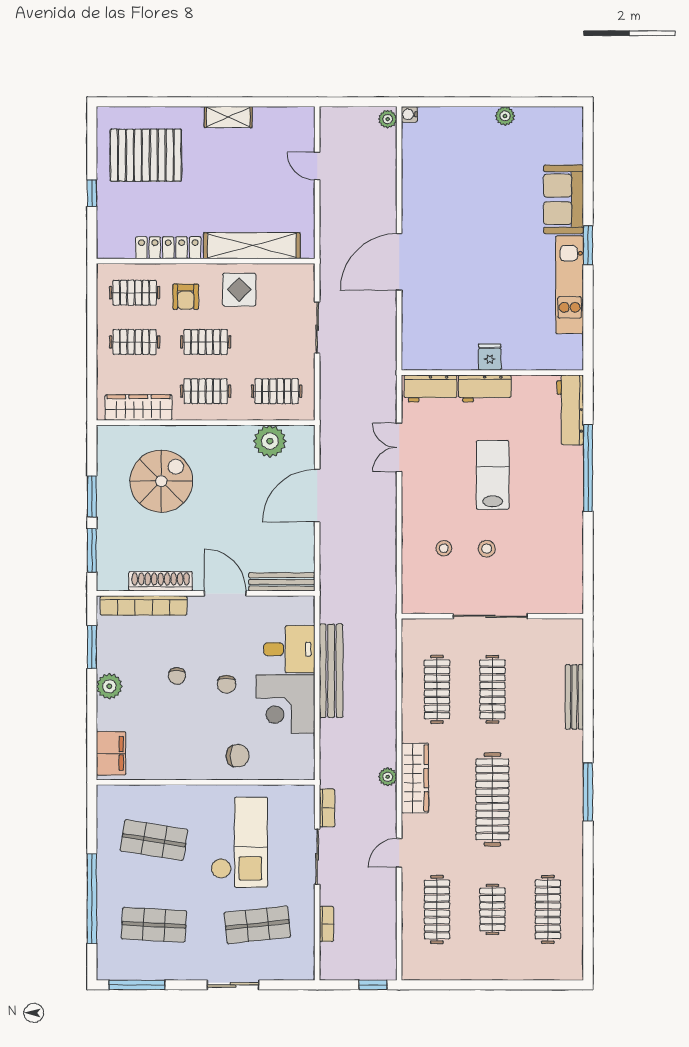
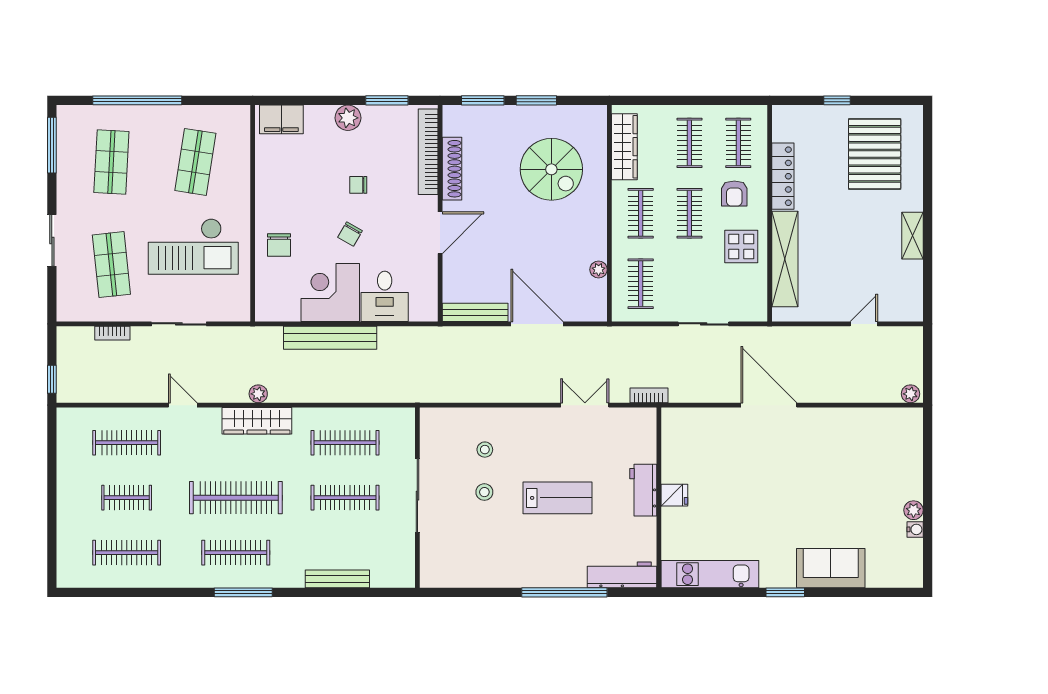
water cooler: (409, 114) -> (915, 529), moved, turned 90
kitchen unit: (570, 285) -> (710, 574), moved
armchair: (186, 297) -> (734, 193), turned -90
workbench: (431, 389) -> (643, 436), removed
plant: (270, 441) -> (599, 270), width x0.53, depth x0.53
bench: (282, 582) -> (475, 312), moved, turned 90
bench: (331, 671) -> (330, 338), moved
chair: (227, 684) -> (350, 234), turned -60
clothes rail: (548, 799) -> (236, 553), added
bookcase: (327, 808) -> (649, 395), moved, turned 180

